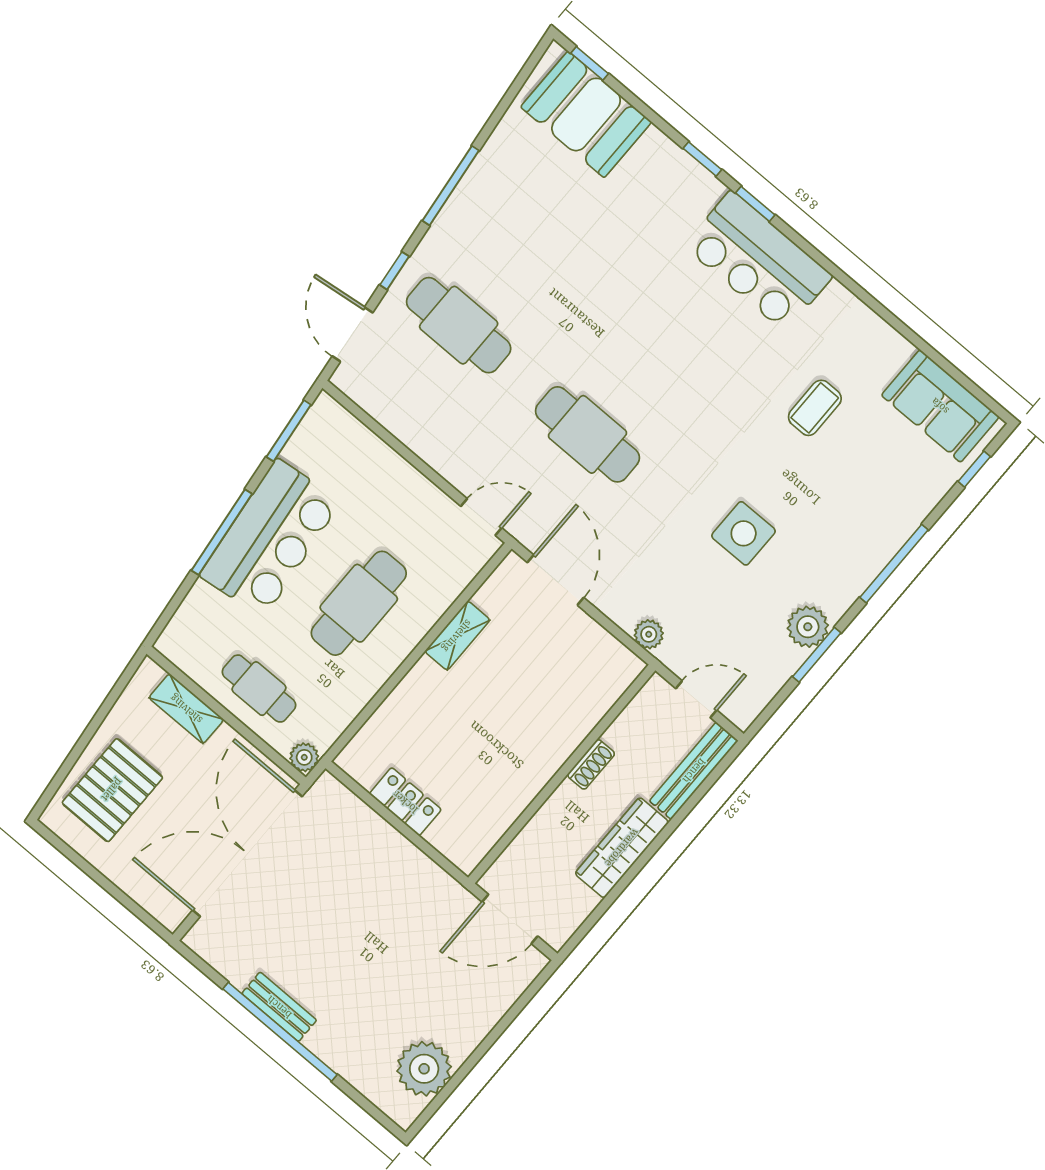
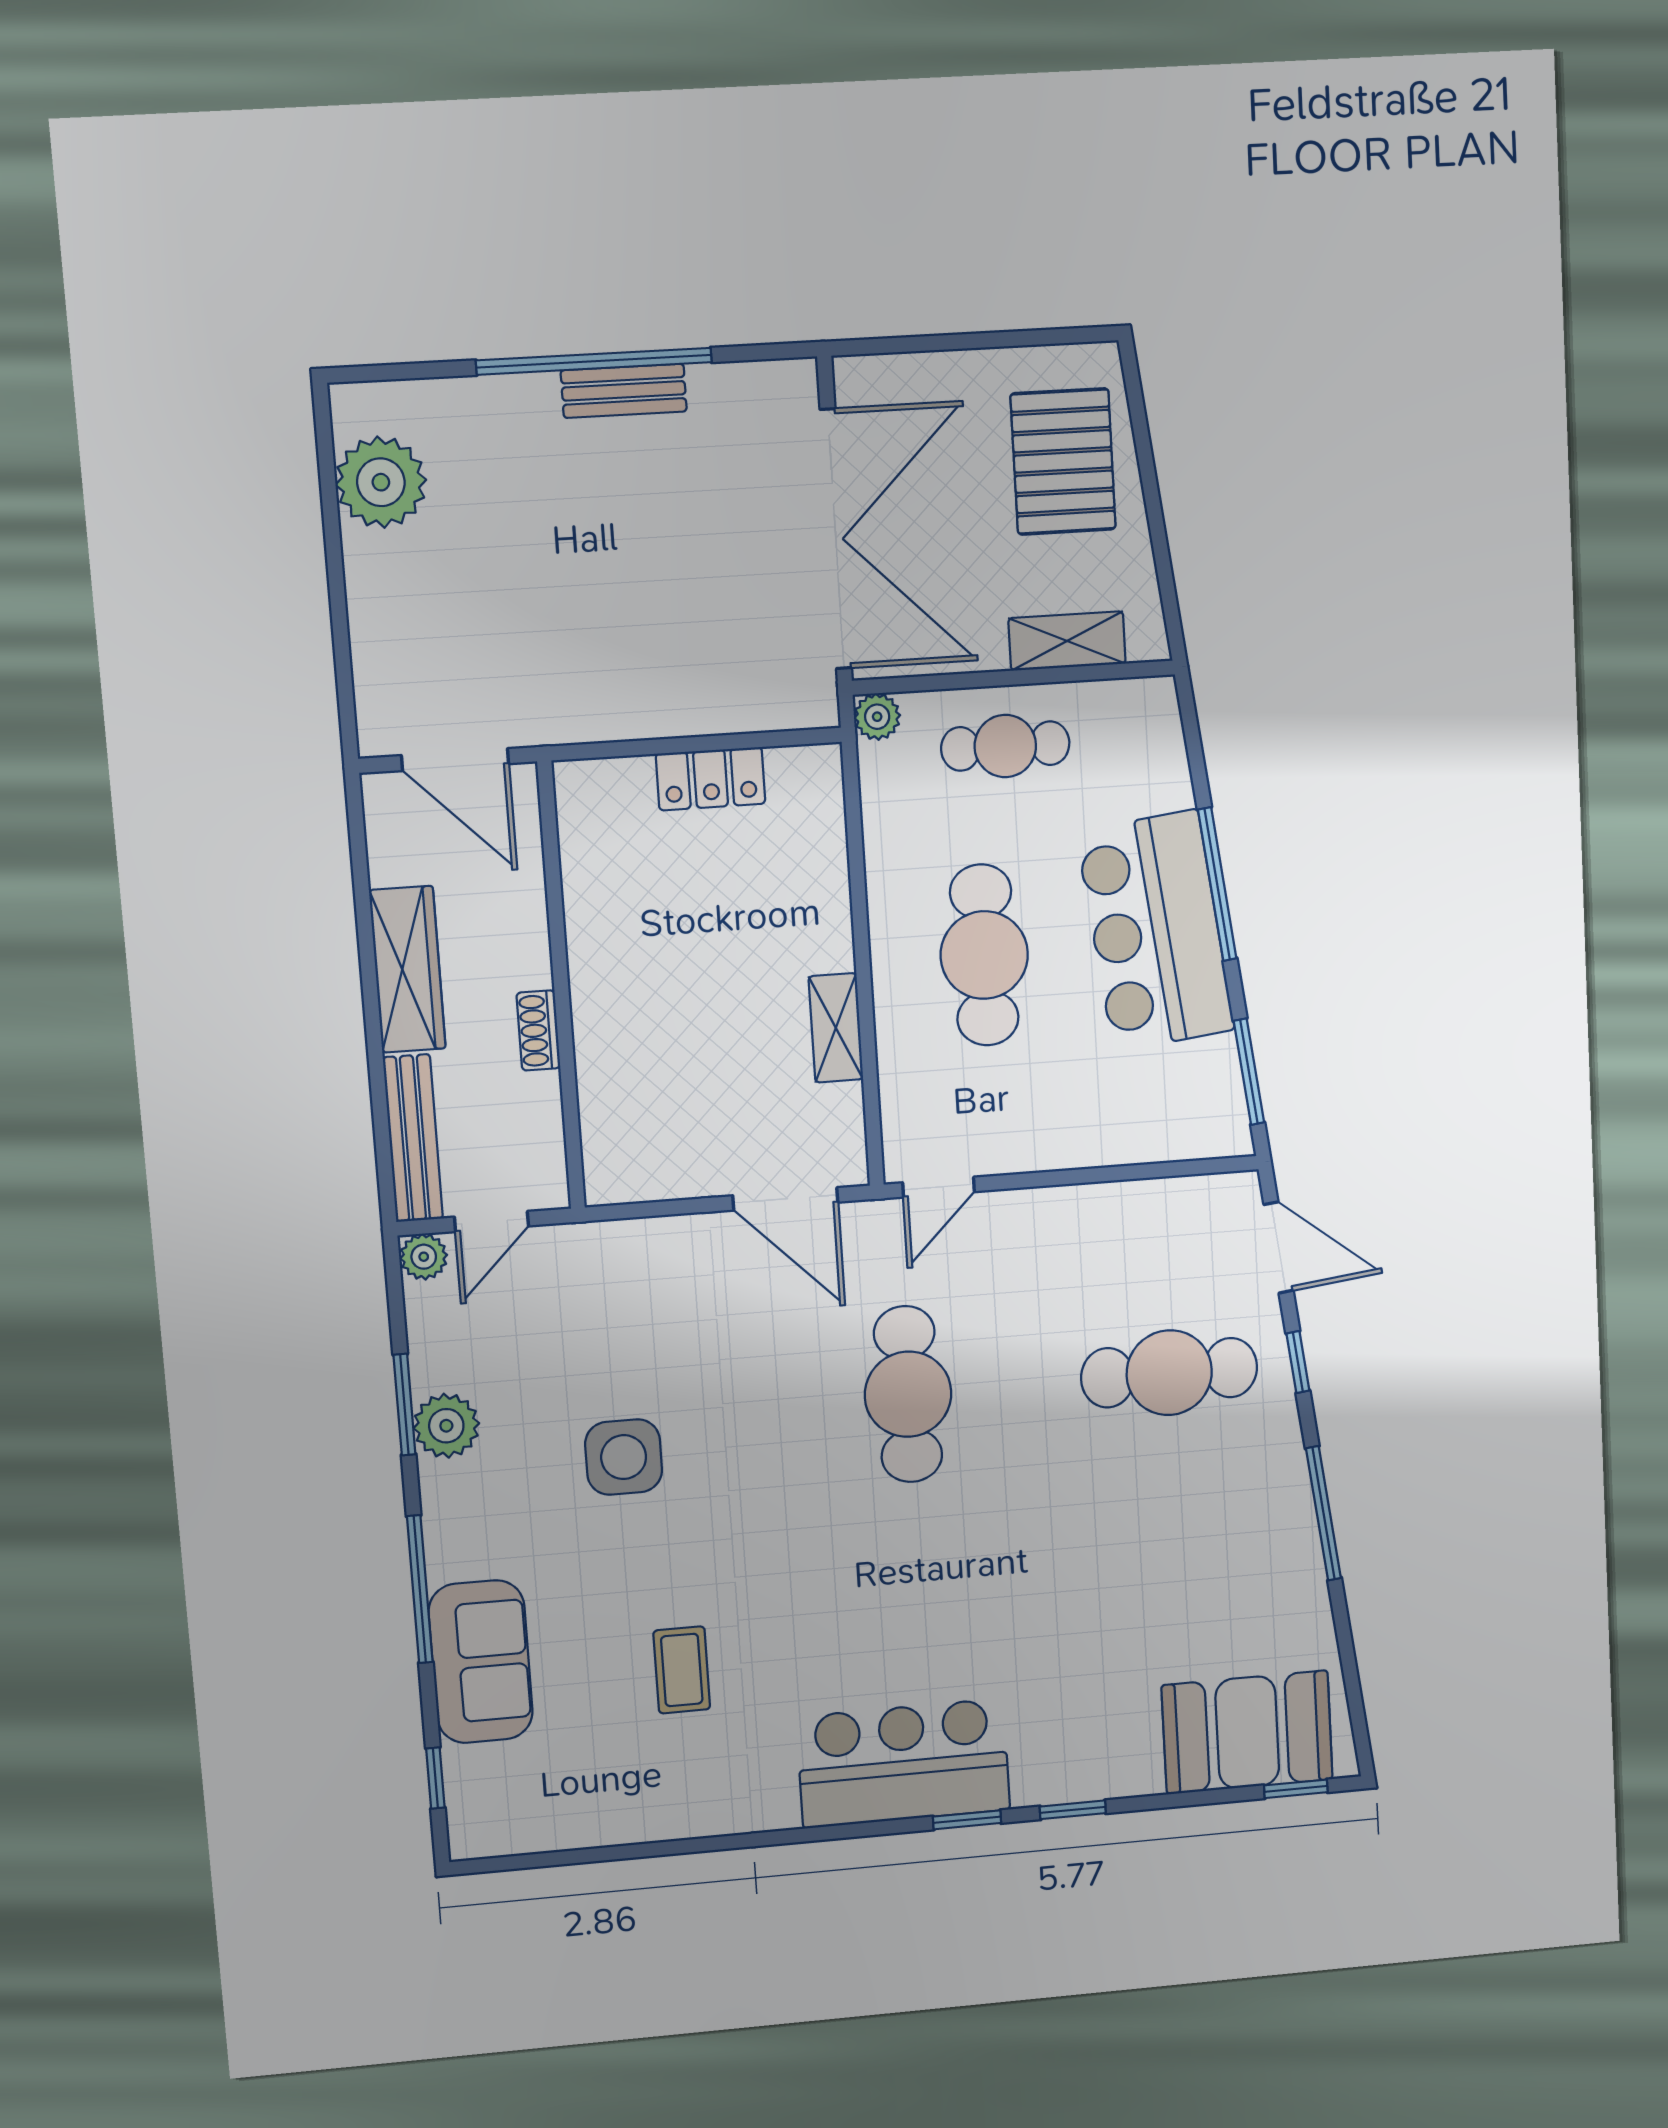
sofa: (940, 406) -> (481, 1662), moved, turned 90
cafe table: (587, 434) -> (908, 1394), turned 90
plant: (649, 634) -> (424, 1257), moved
door: (510, 919) -> (455, 760), swing flipped

